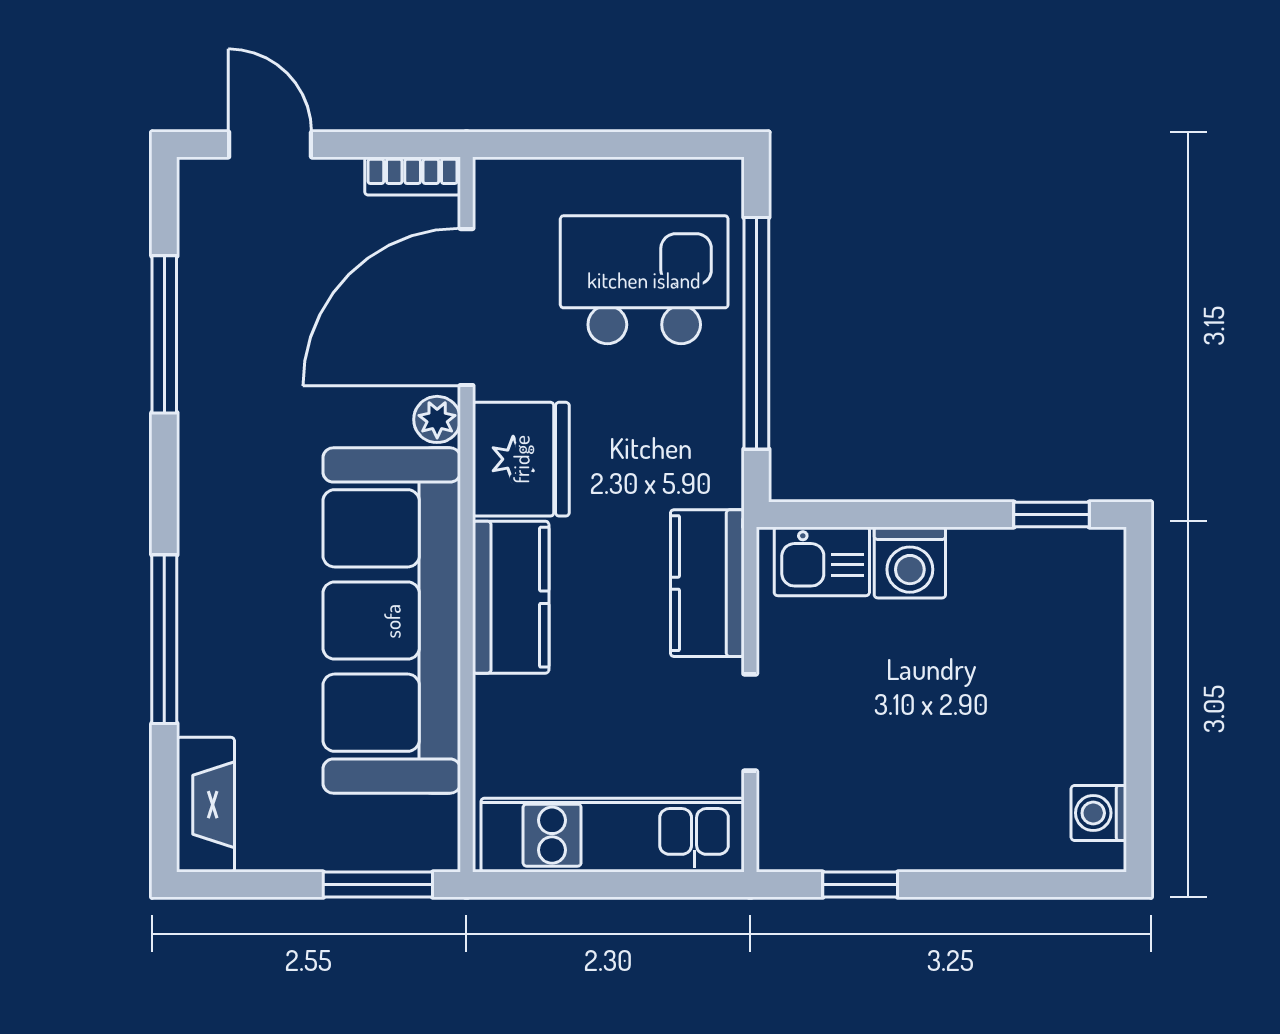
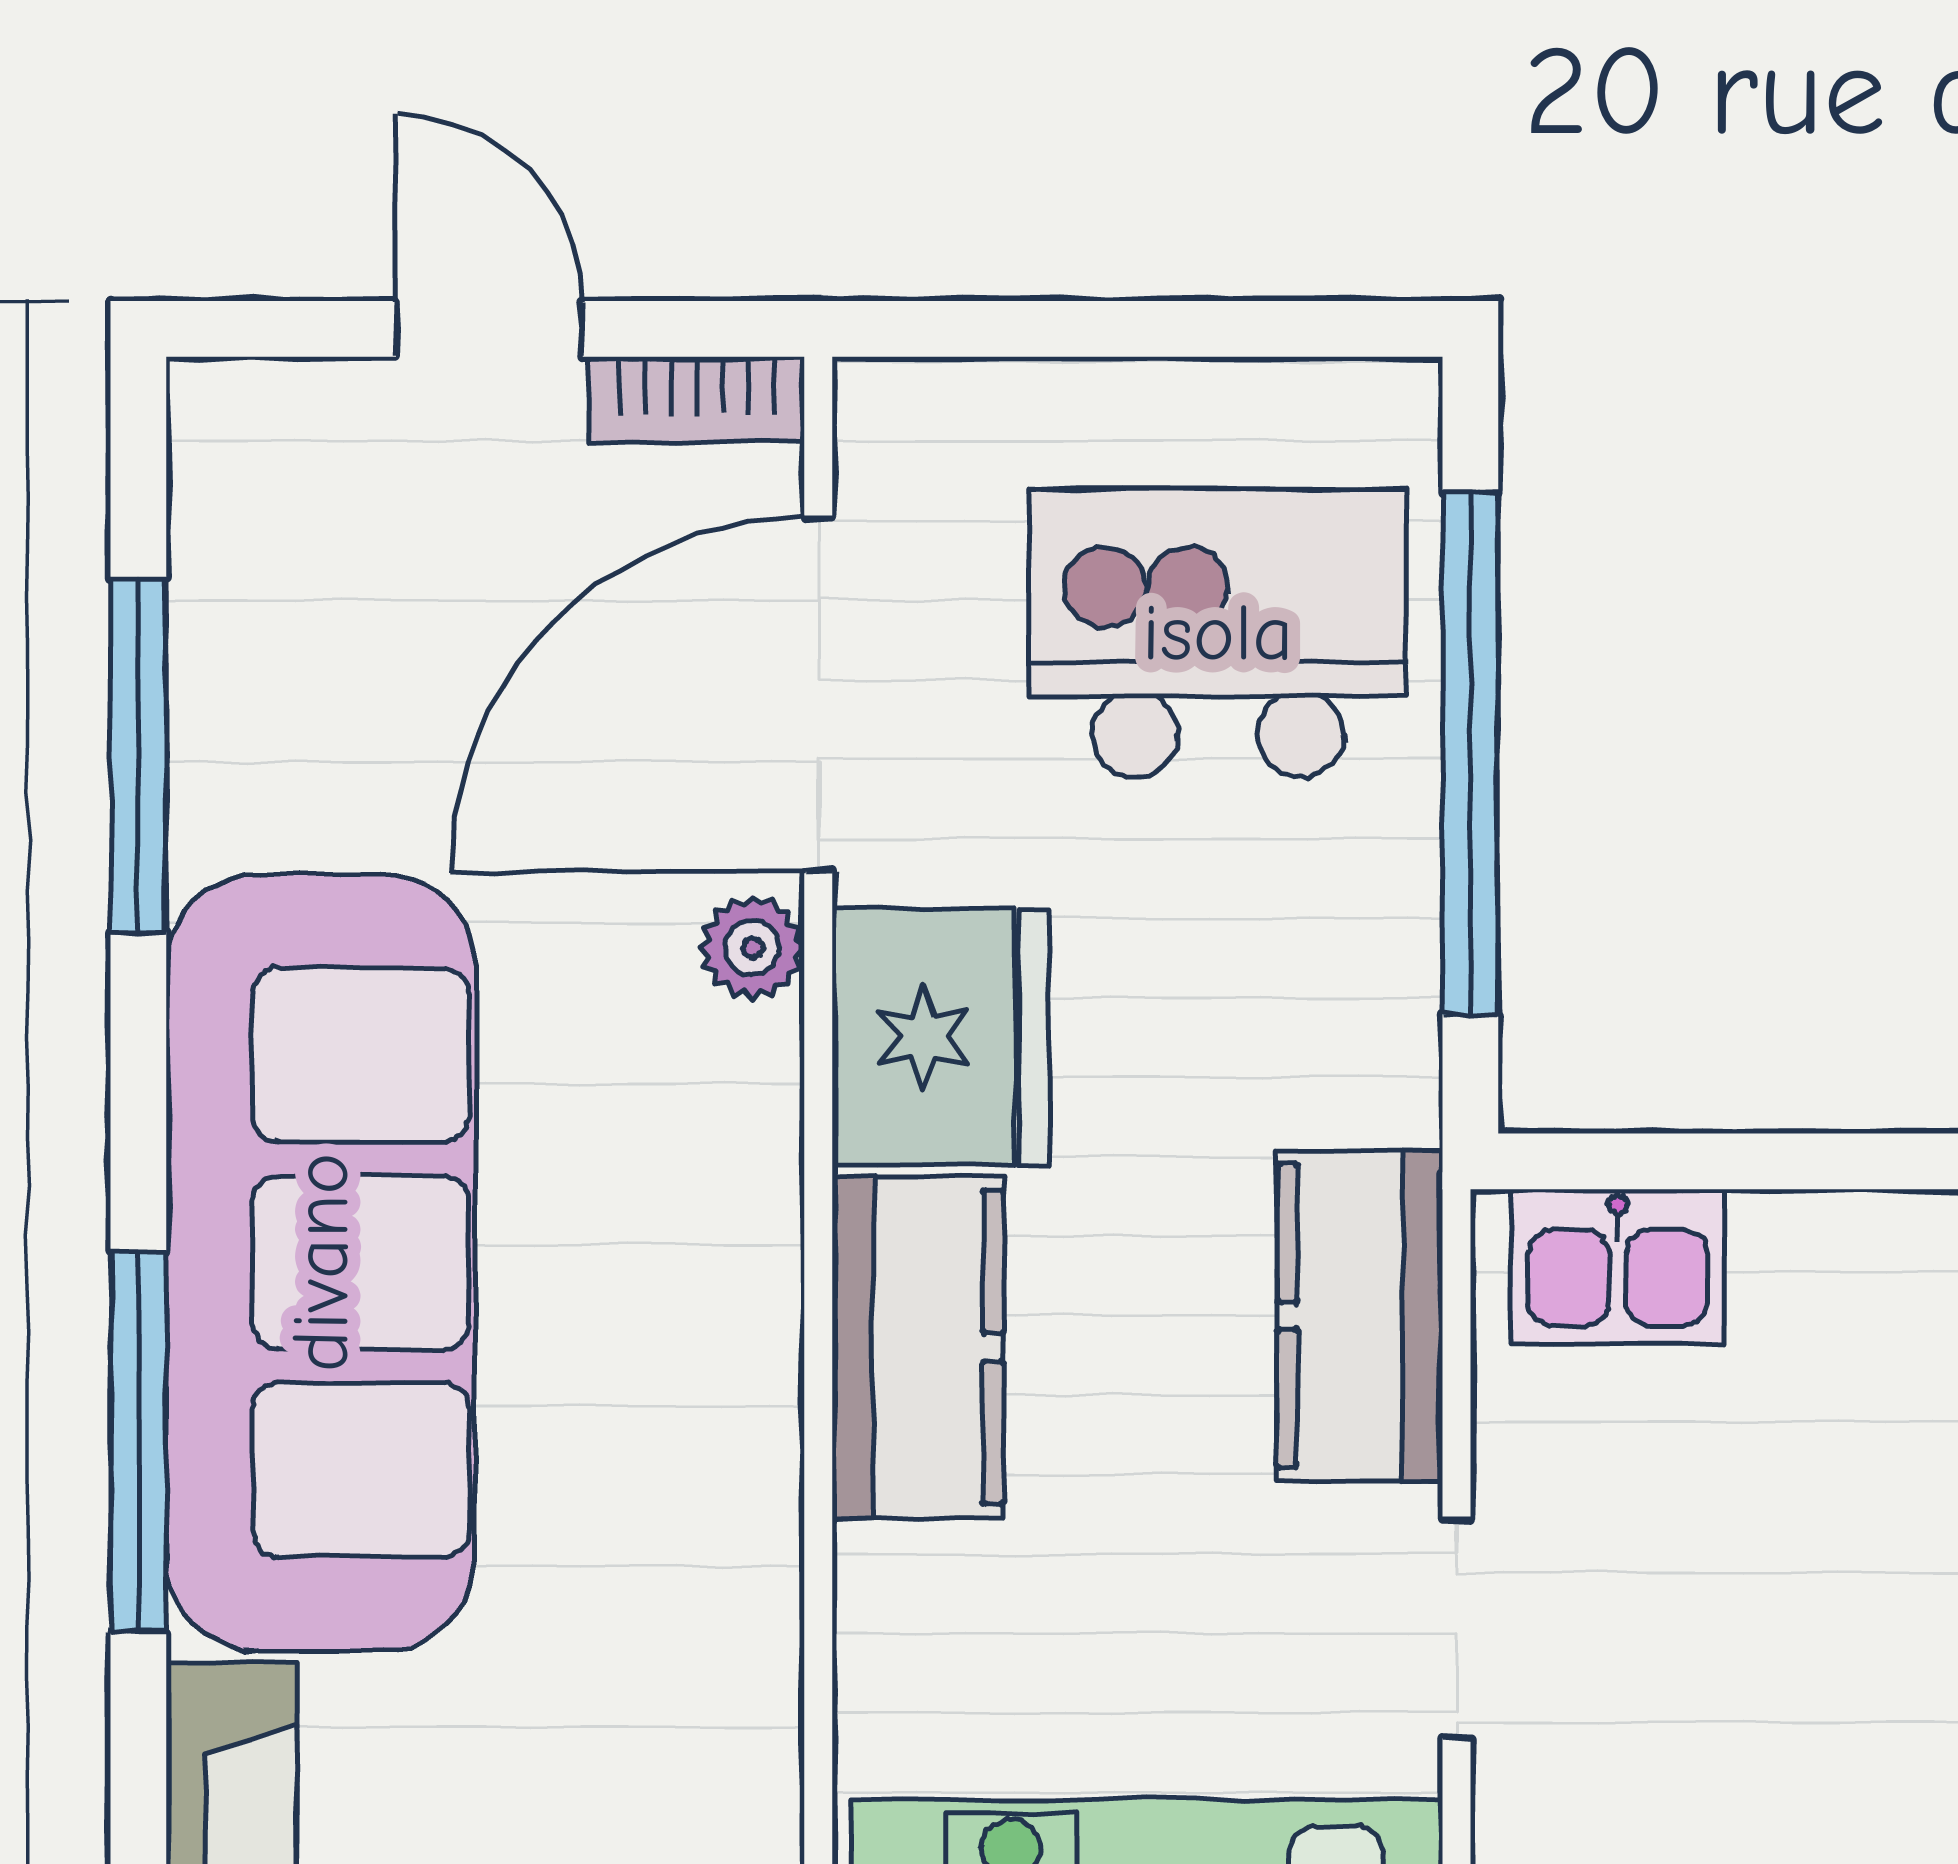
door: (270, 145) -> (489, 329), moved
washing machine: (910, 562) -> (1816, 1269), removed
sofa: (392, 621) -> (321, 1262), moved, turned 180

